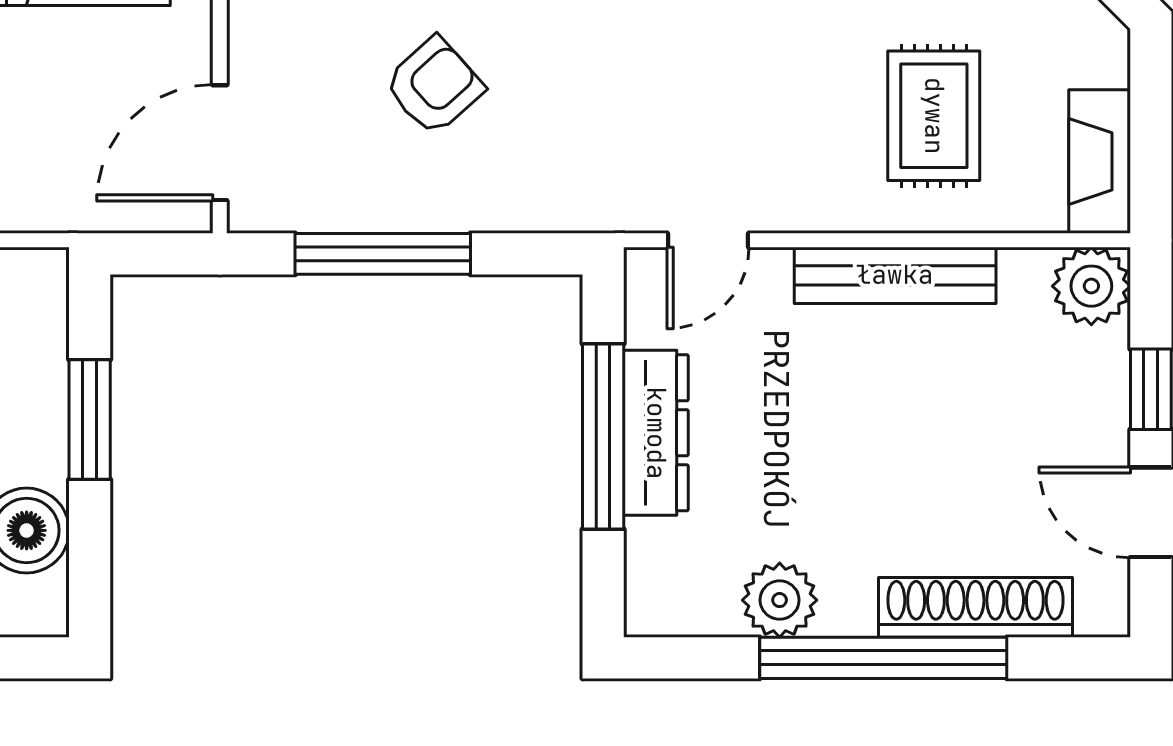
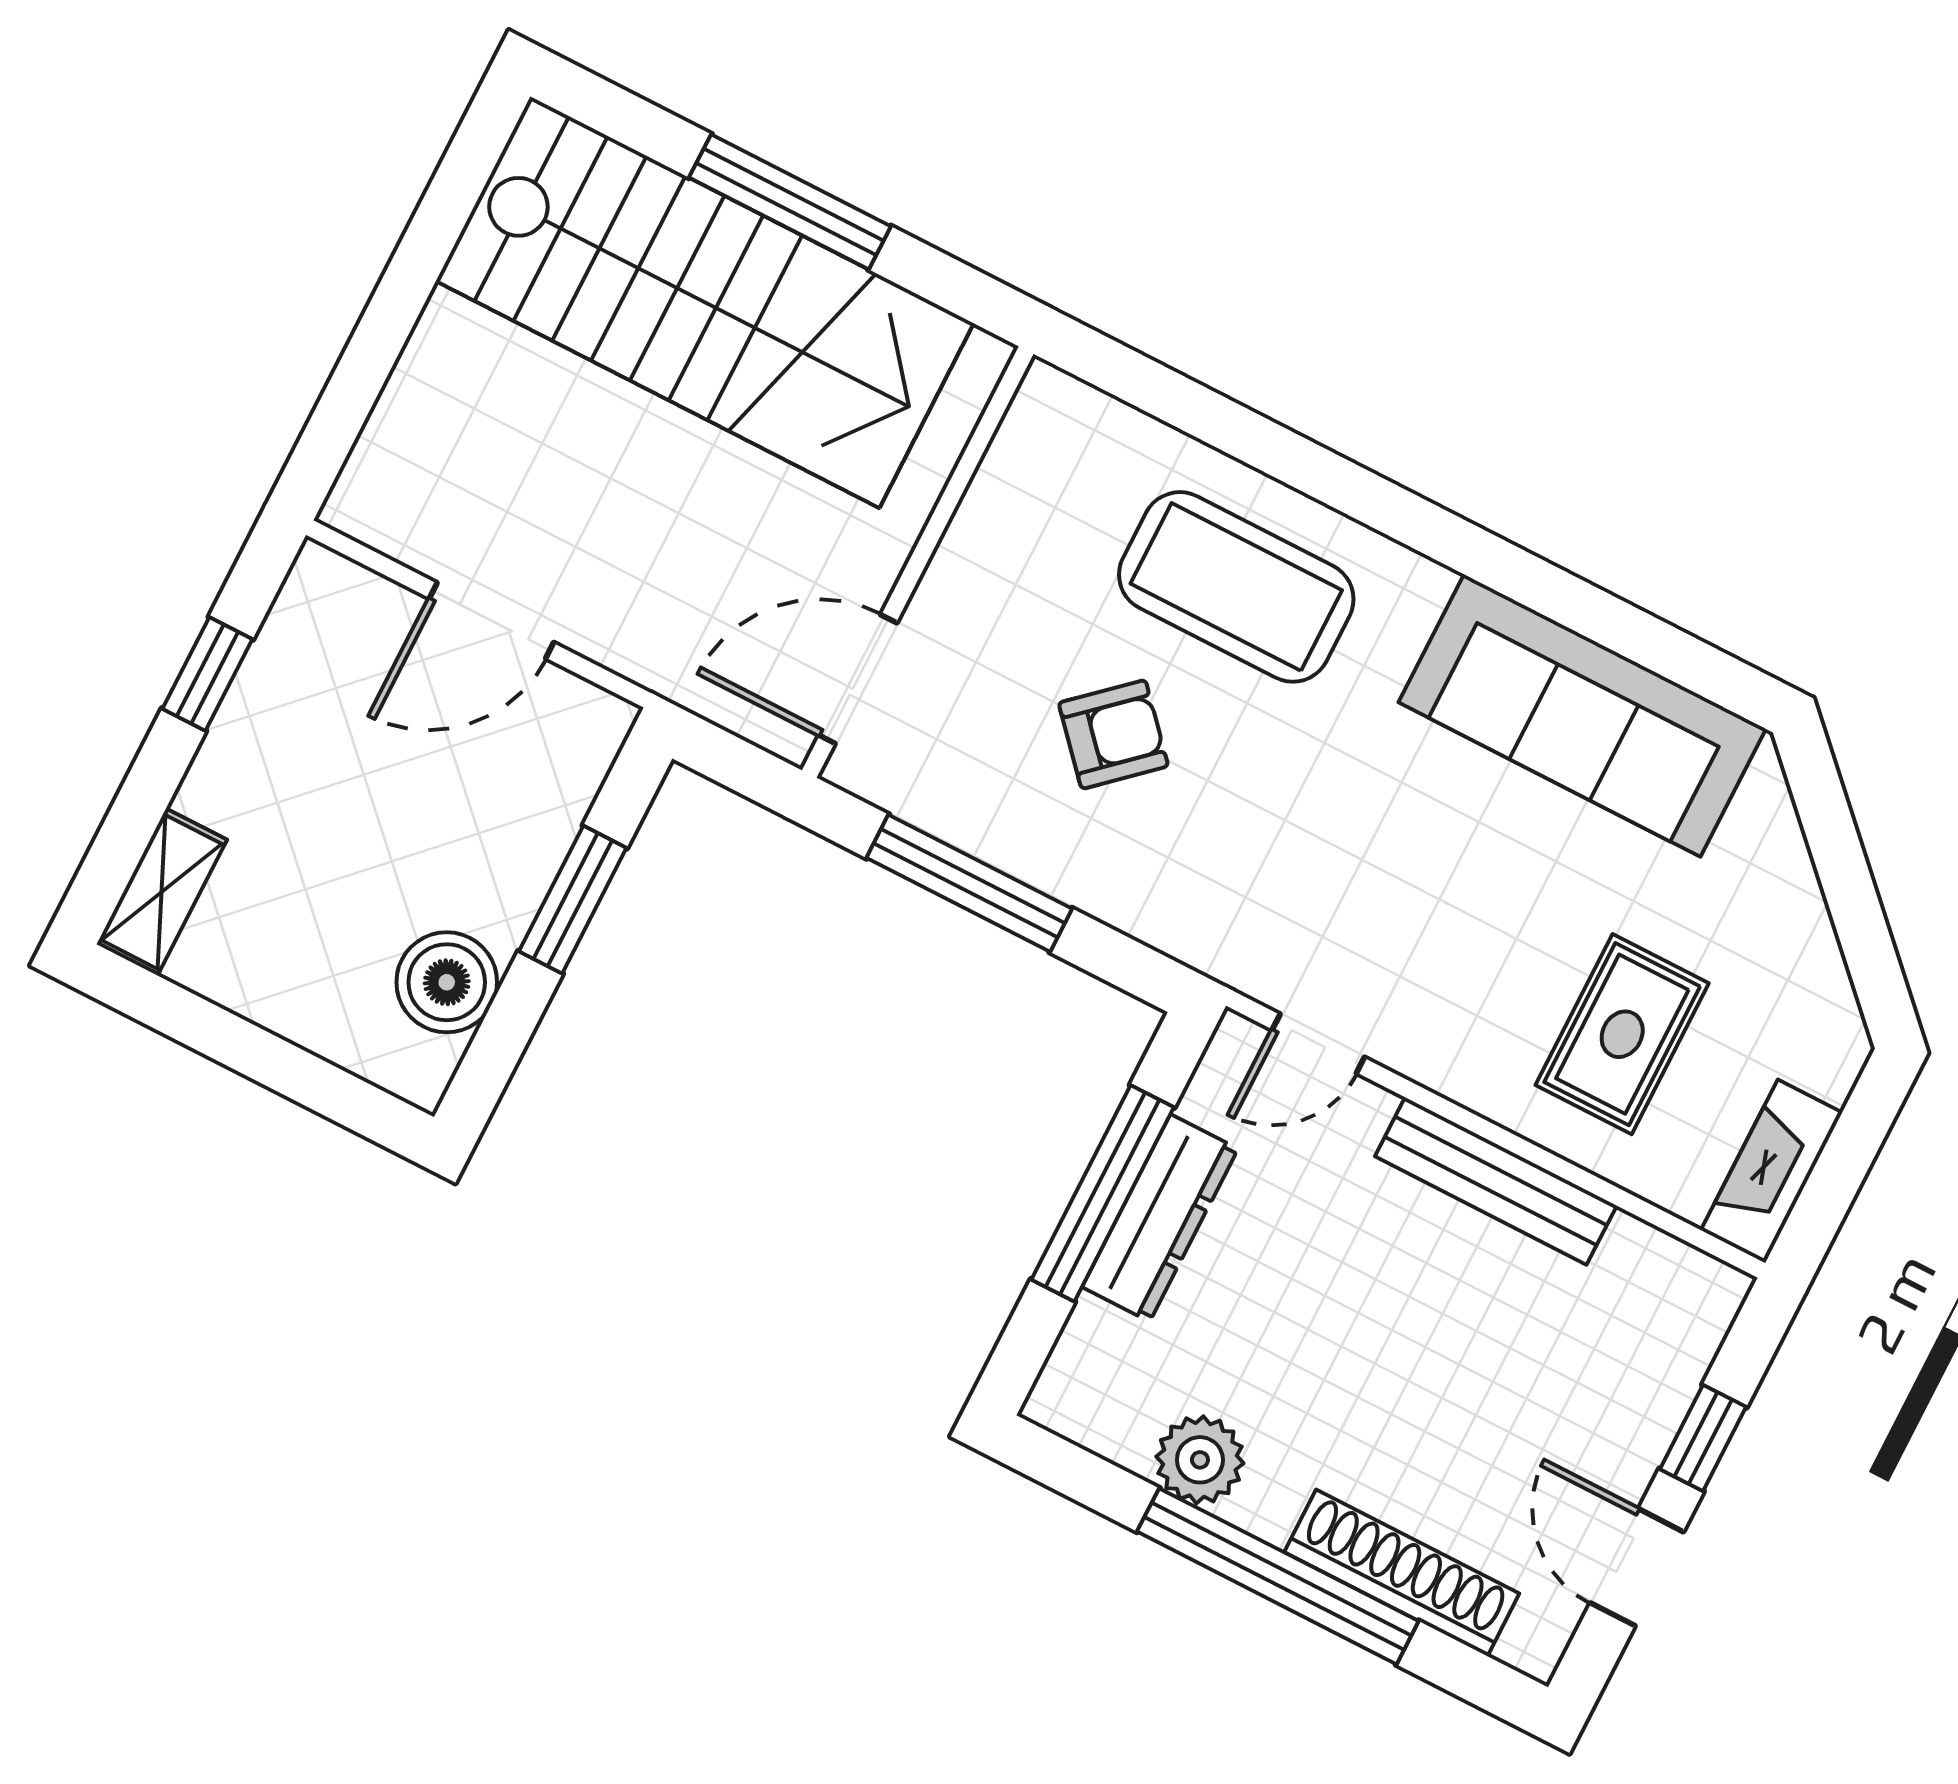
plant: (1091, 286) -> (1696, 1298), removed

